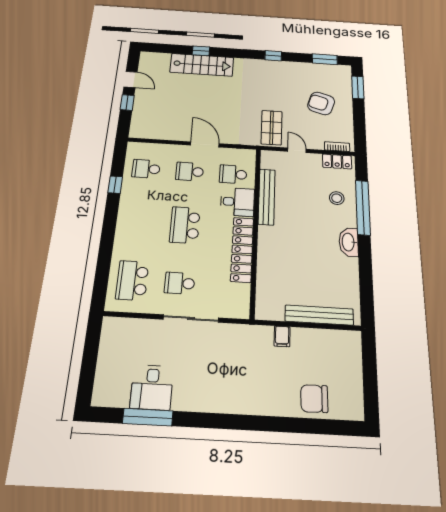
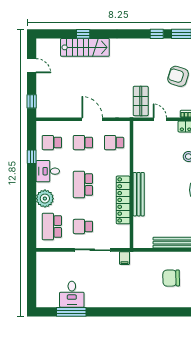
window: (273, 56) -> (157, 34), moved
window: (127, 103) -> (32, 101), moved
bench: (267, 197) -> (139, 194), moved
desk: (237, 202) -> (48, 171), moved, turned 180
plant: (127, 241) -> (45, 199), added
filing cabinet: (282, 336) -> (125, 258), moved
chair: (314, 399) -> (171, 278), moved

